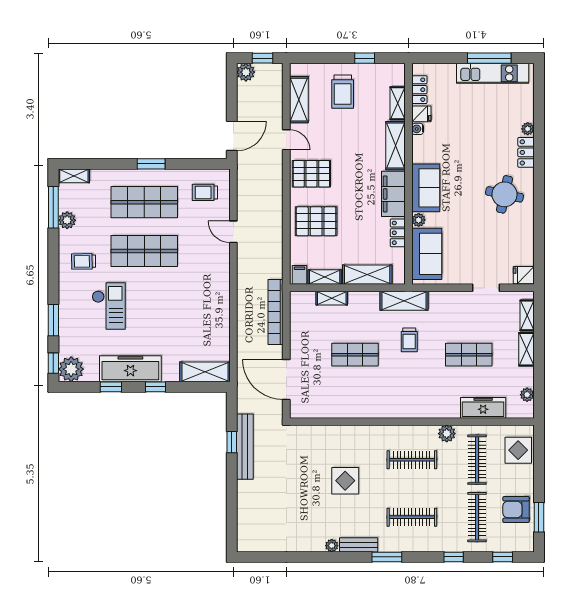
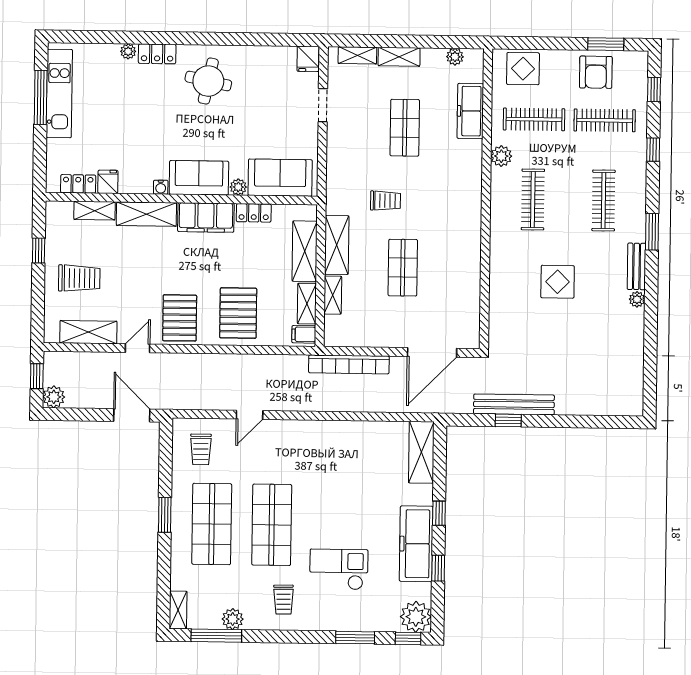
water cooler: (418, 129) -> (161, 187), moved
shelving: (404, 301) -> (337, 245), moved

